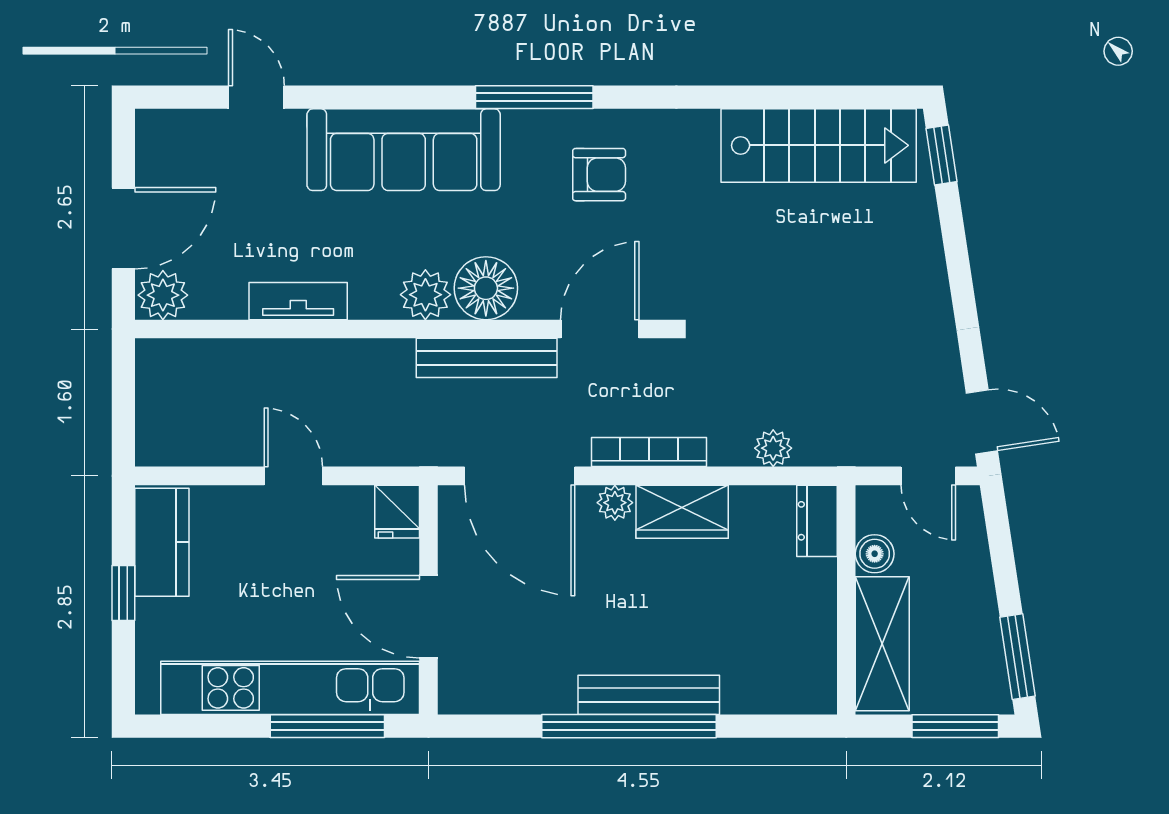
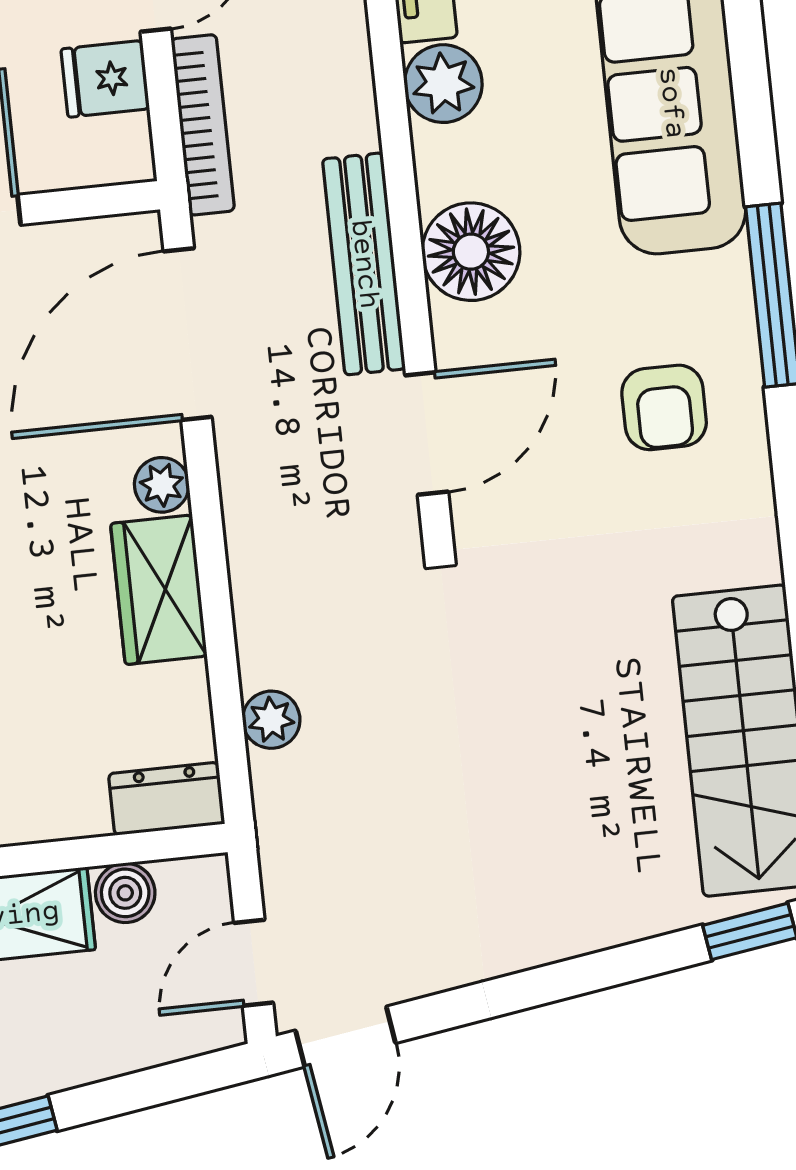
plant: (425, 295) -> (443, 84), moved
door: (600, 329) -> (427, 434), hinge flipped
bookcase: (649, 452) -> (203, 125), moved
fridge: (397, 512) -> (105, 79), moved

